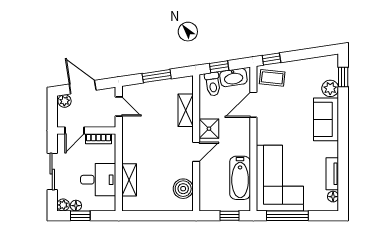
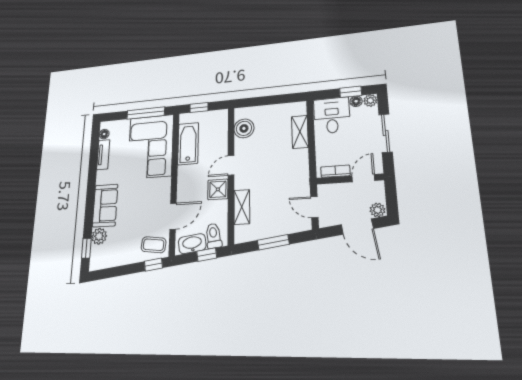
desk: (98, 180) -> (332, 115), moved, turned 90

